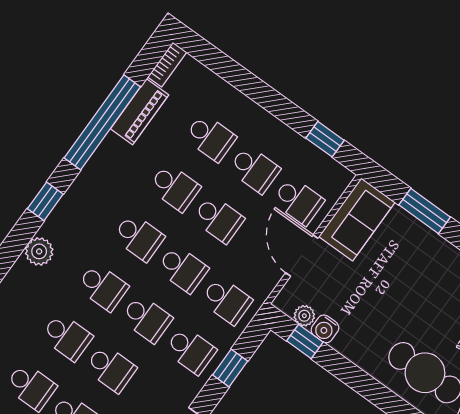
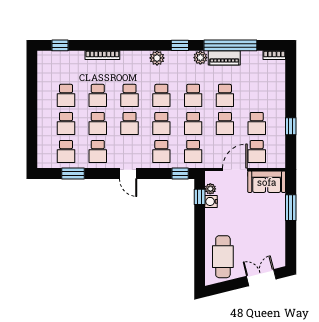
piano: (140, 112) -> (224, 58), moved
school desk: (210, 138) -> (257, 95), removed
window: (325, 139) -> (291, 126), moved
plant: (87, 183) -> (200, 58), added
window: (230, 368) -> (180, 174), moved

